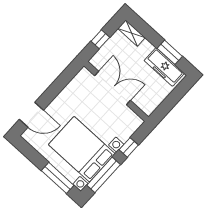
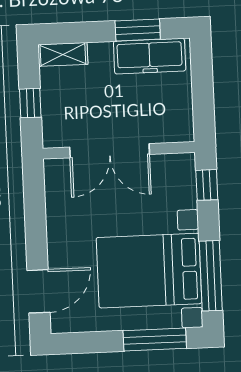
double door: (113, 88) -> (110, 151), swing flipped
window: (129, 147) -> (207, 185), moved

